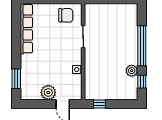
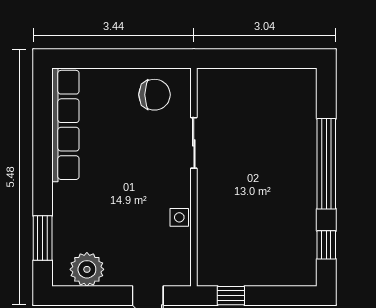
plant: (132, 71) -> (304, 220), removed
plant: (48, 92) -> (87, 269), moved

